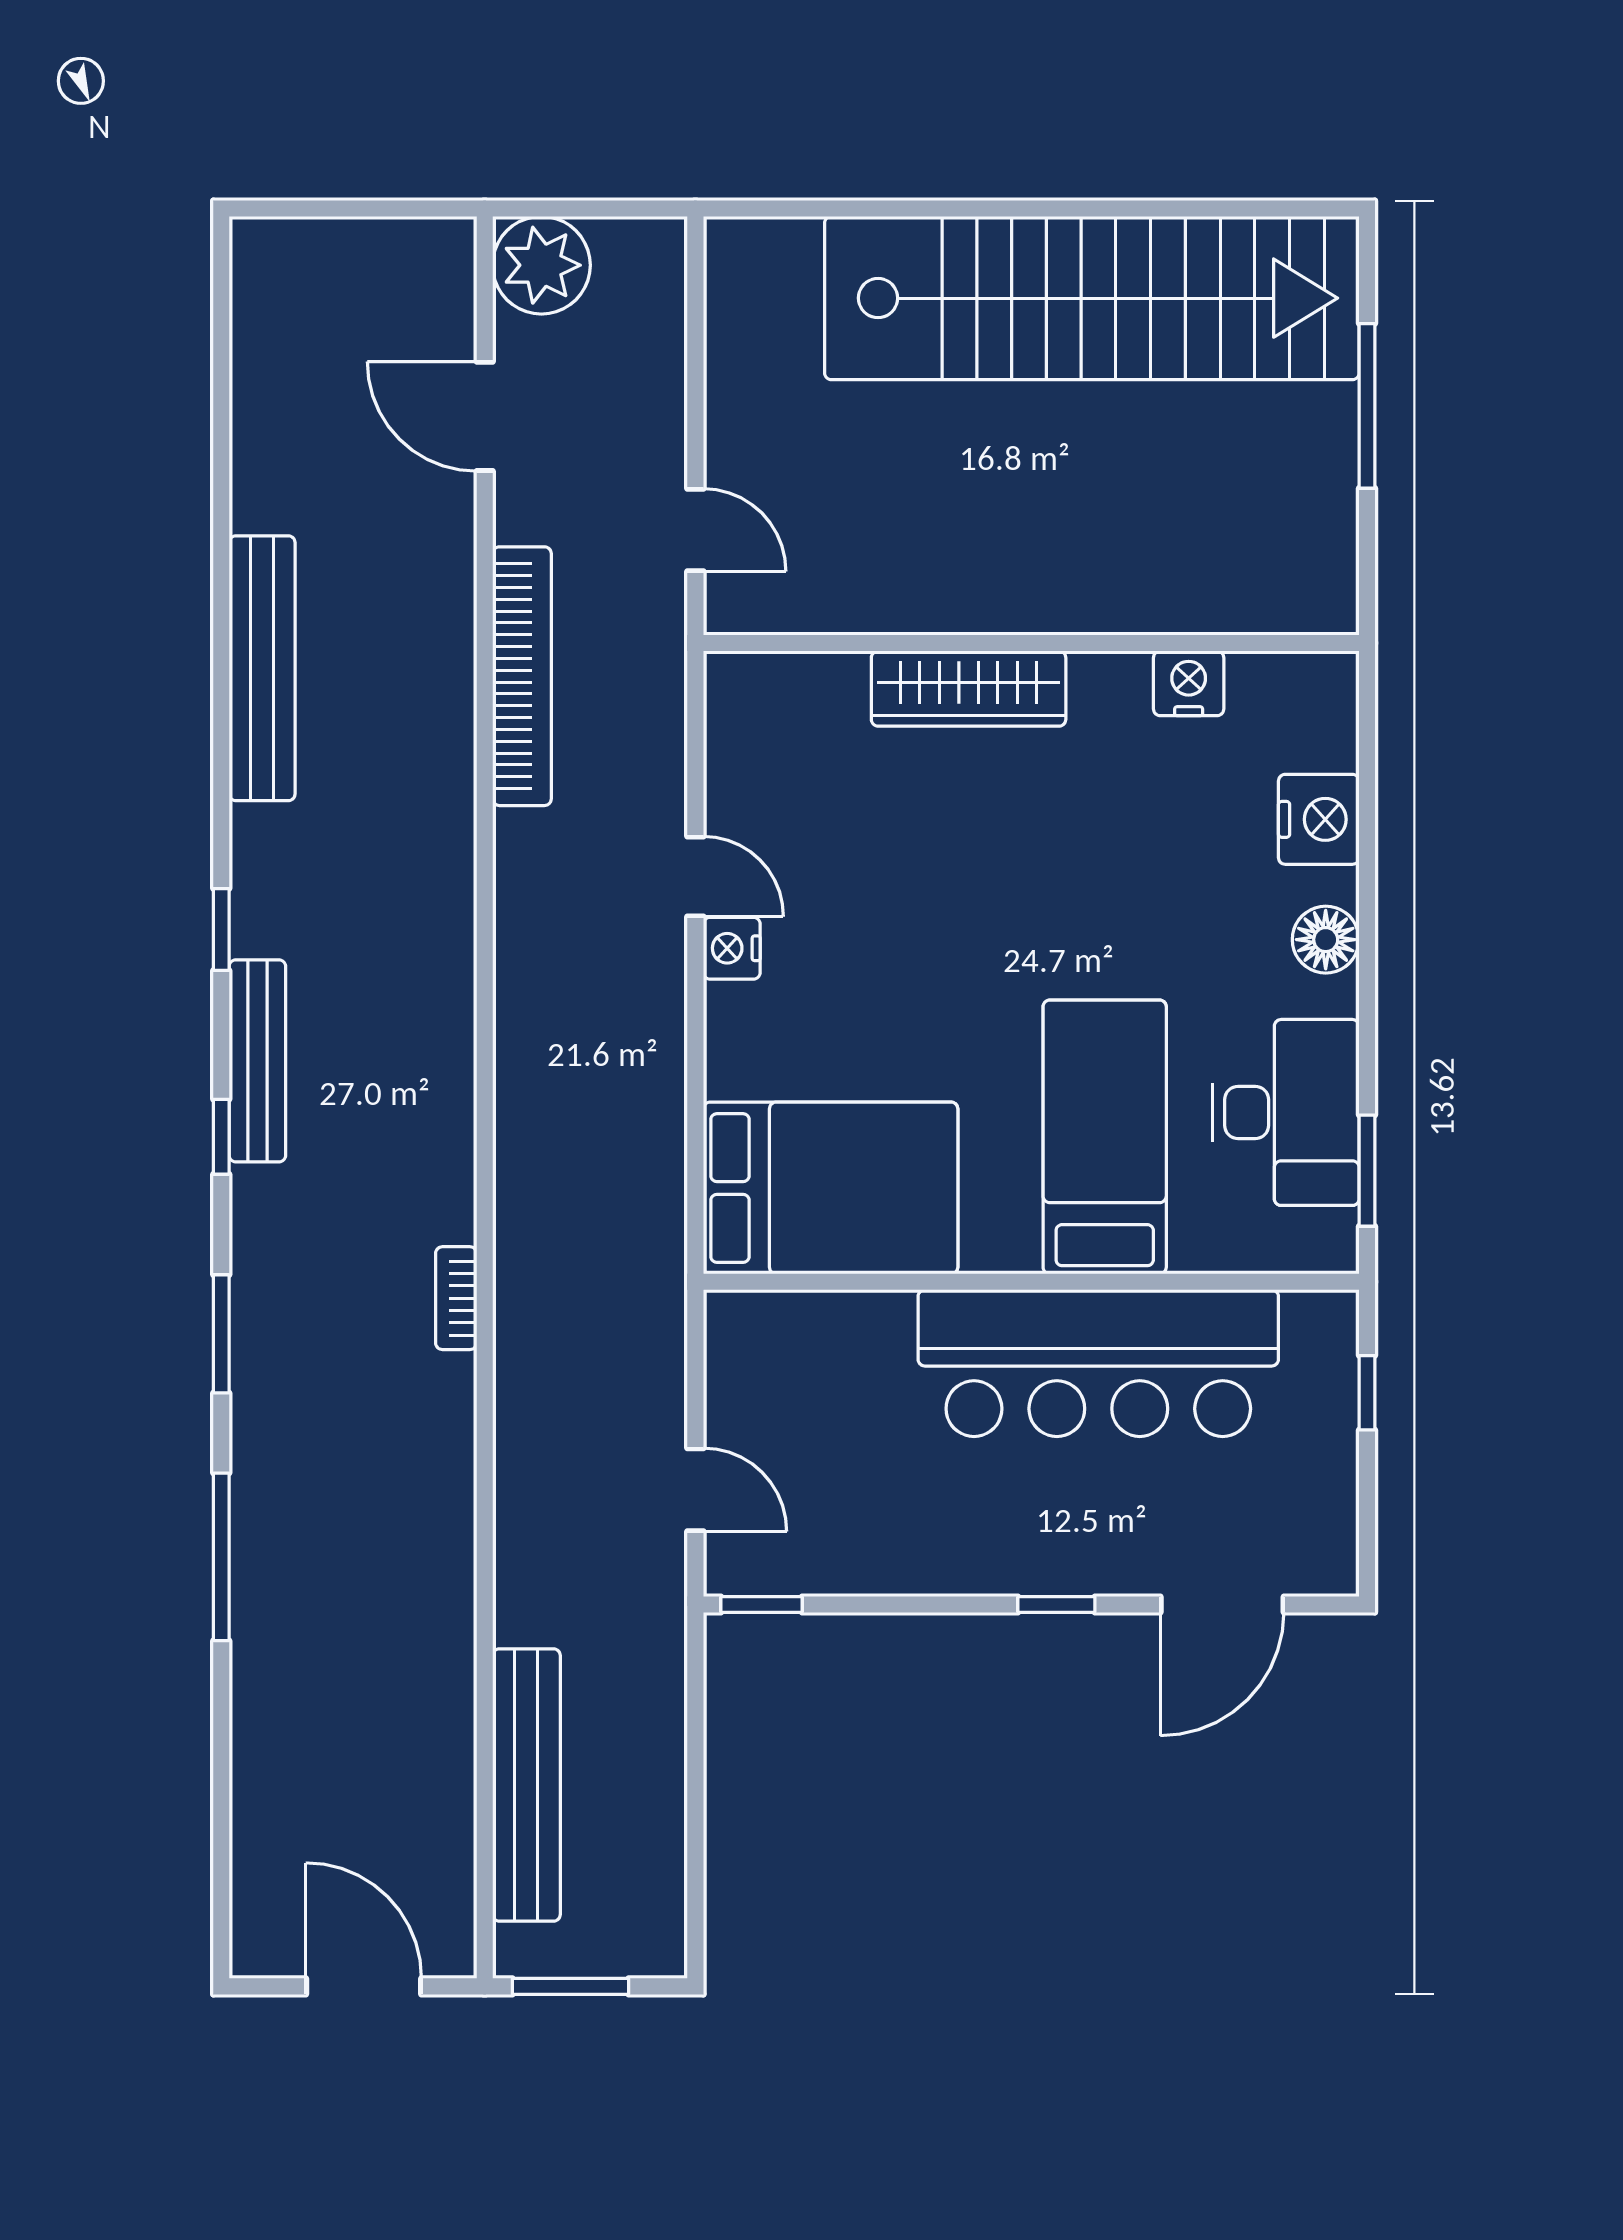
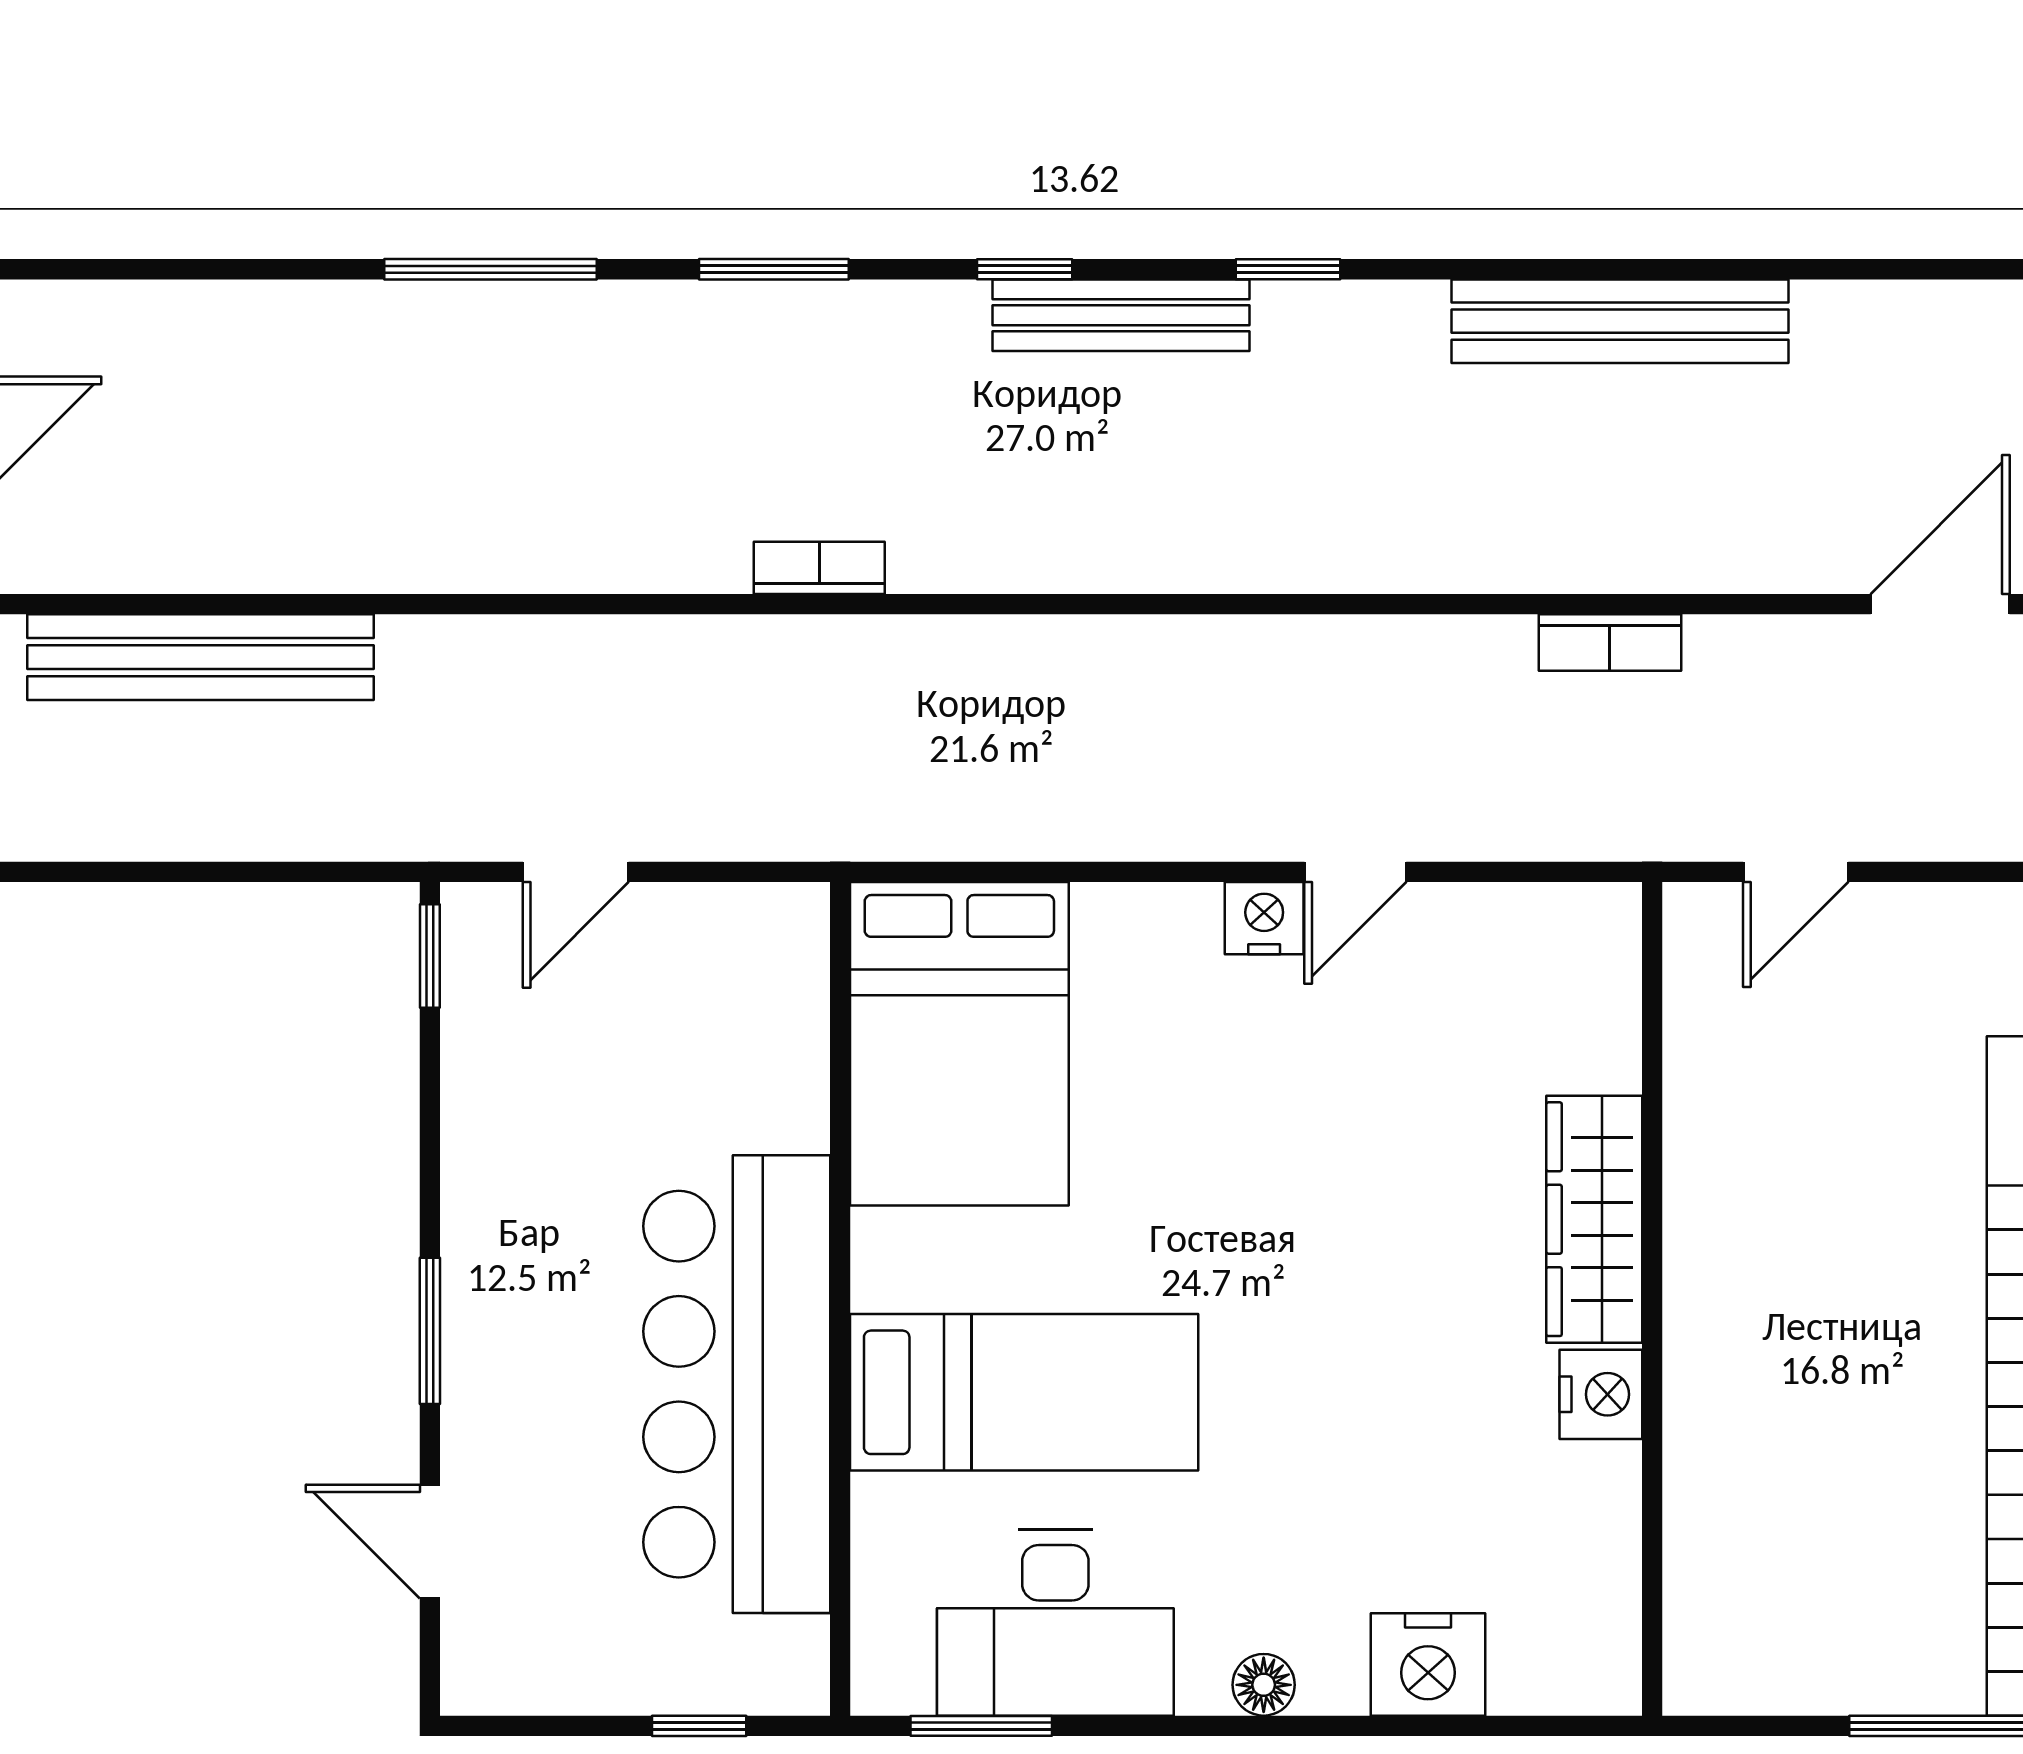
bookcase: (522, 676) -> (1610, 643), width x0.43, depth x0.76
nightstand: (1189, 683) -> (1601, 1394), moved
floor lamp: (1326, 940) -> (1264, 1685), width x0.73, depth x0.73
window: (1056, 1604) -> (430, 1331), width x1.50
door: (1222, 1604) -> (430, 1542), width x0.73

